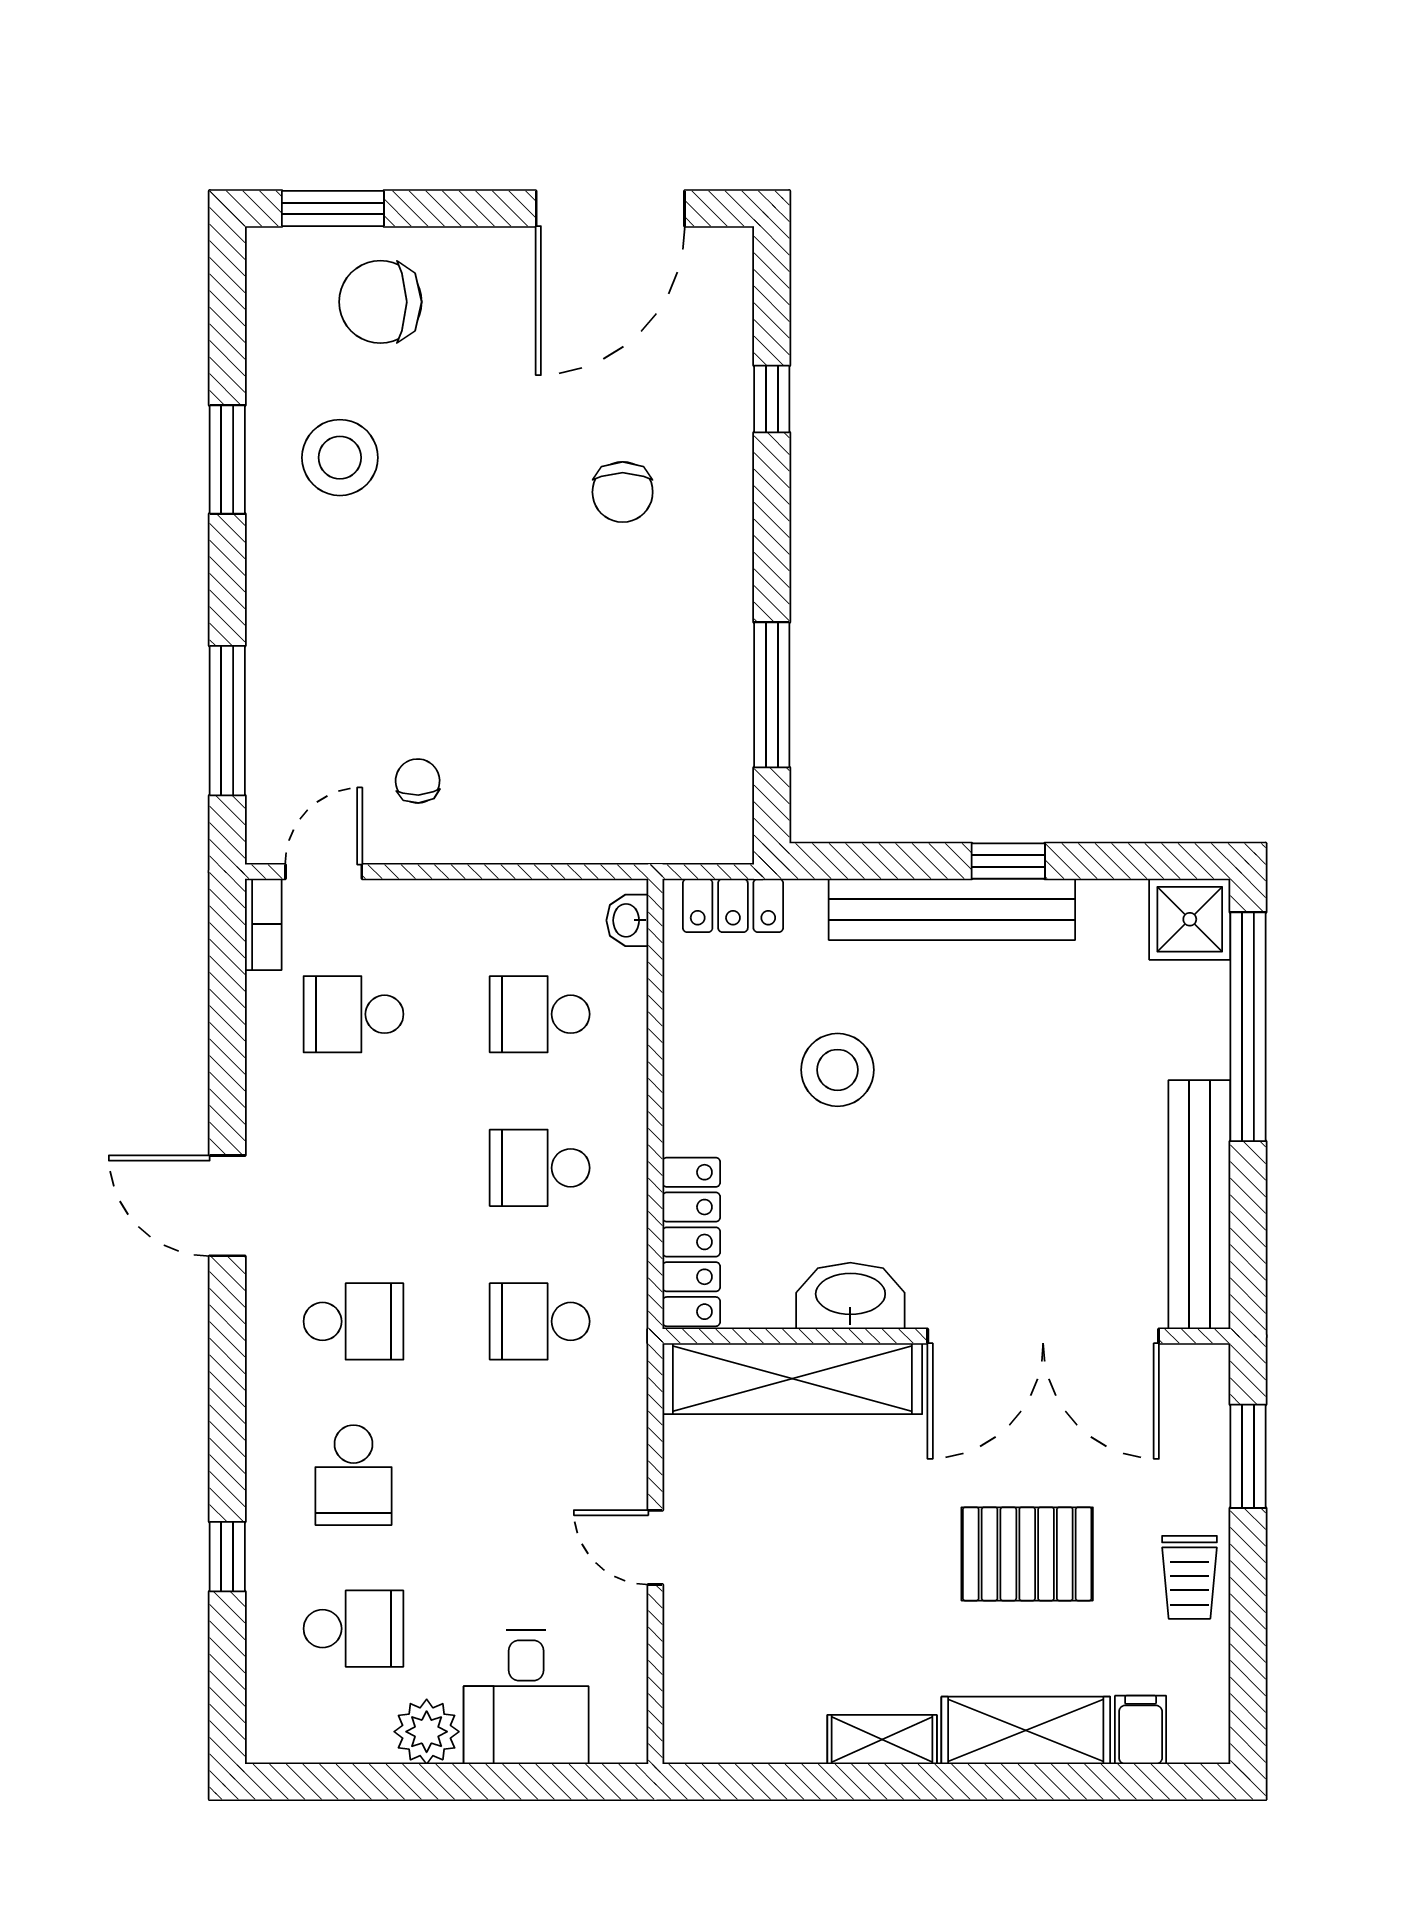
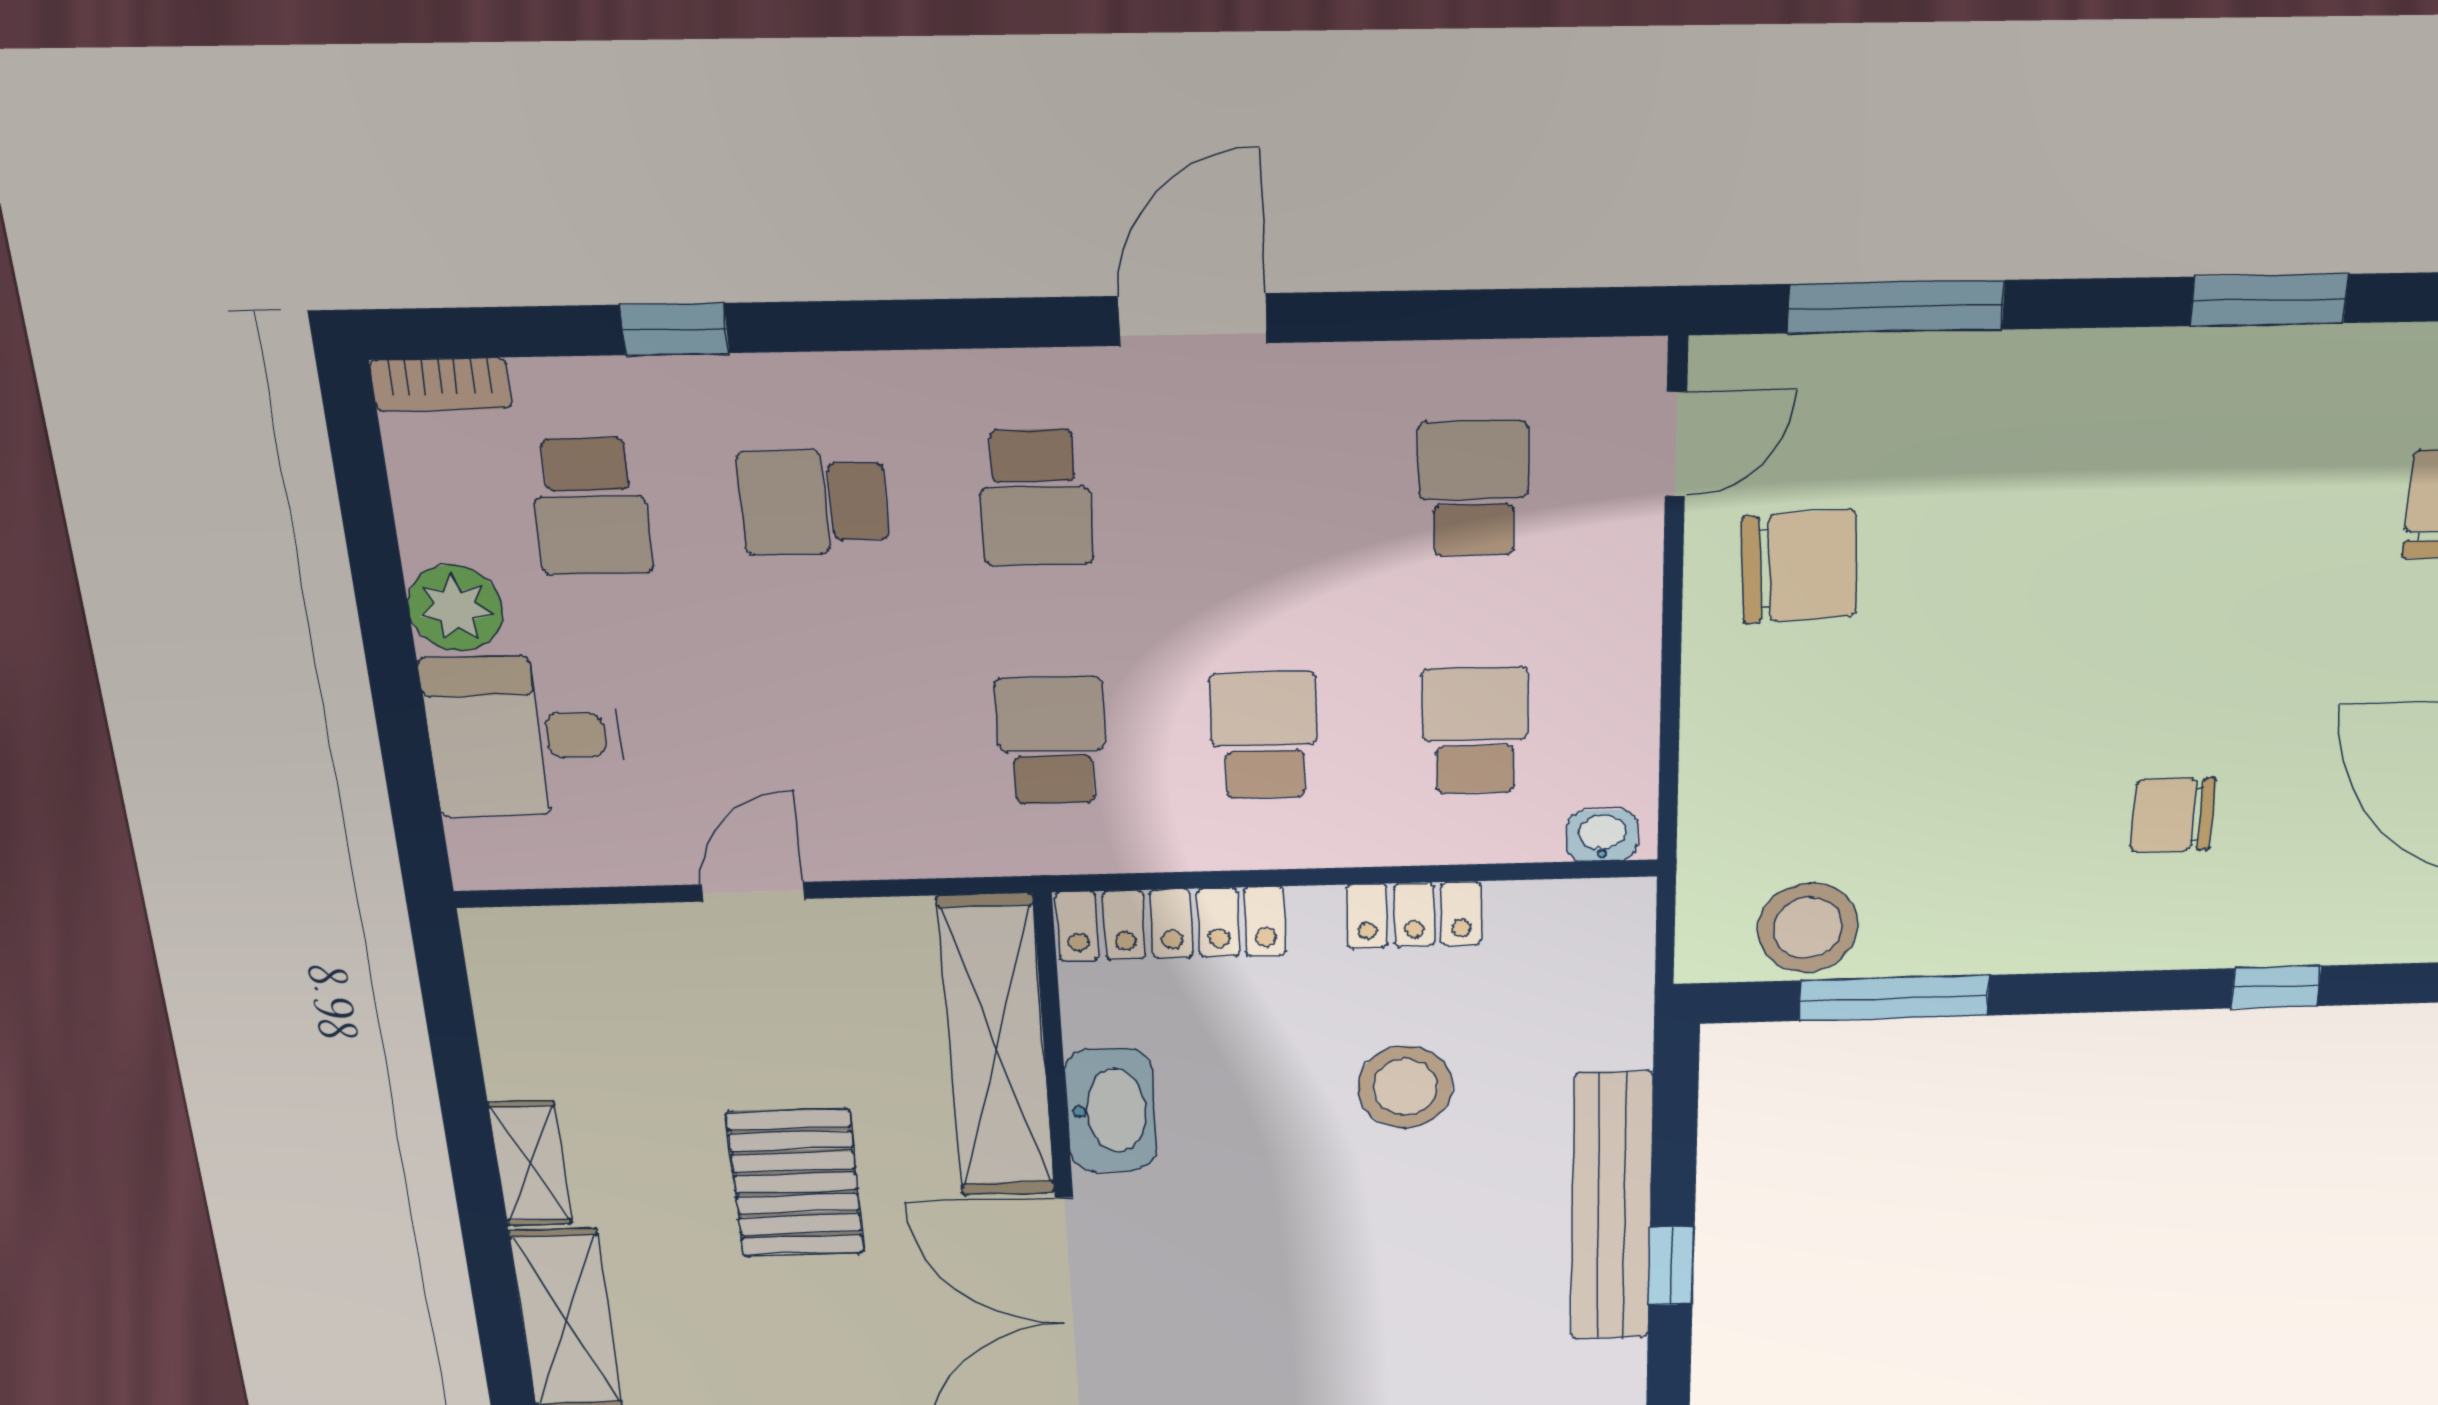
stool: (340, 458) -> (1808, 928), moved
chair: (418, 781) -> (1799, 567), width x1.87, depth x1.87
door: (324, 872) -> (1676, 444), hinge flipped
locker: (733, 905) -> (1414, 915), moved, turned -90
bookcase: (263, 924) -> (441, 384), moved
pallet: (1027, 1554) -> (796, 1183), moved

